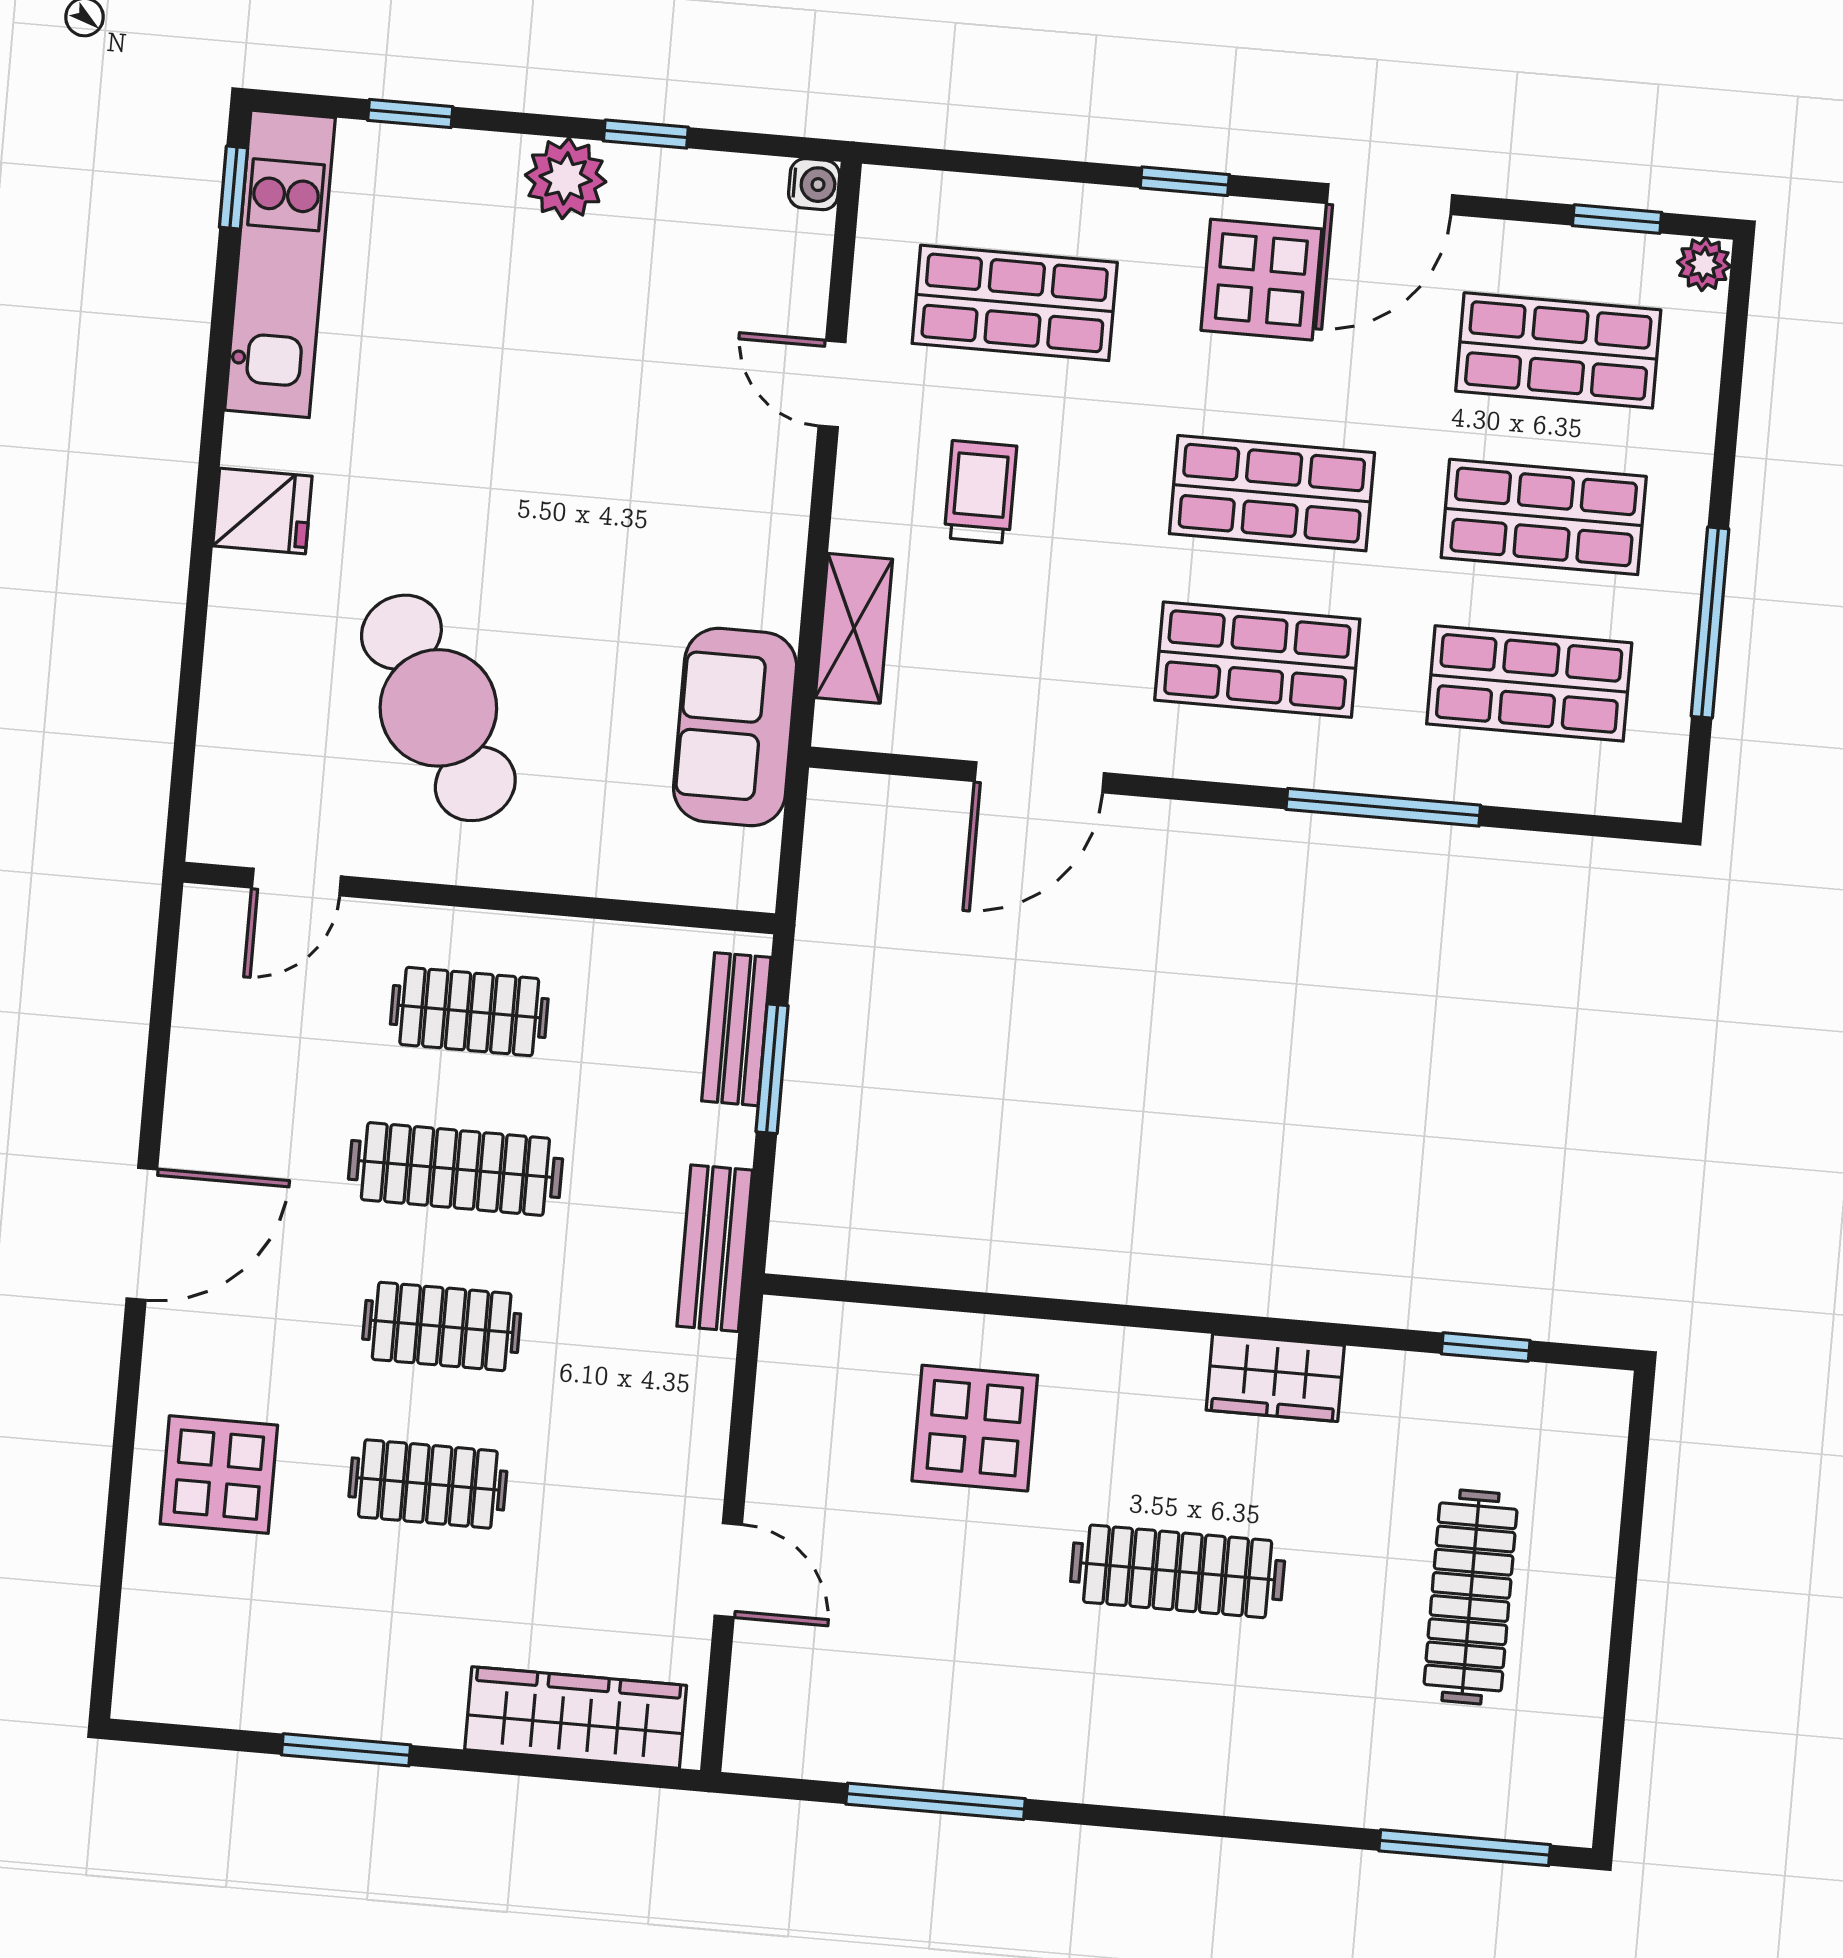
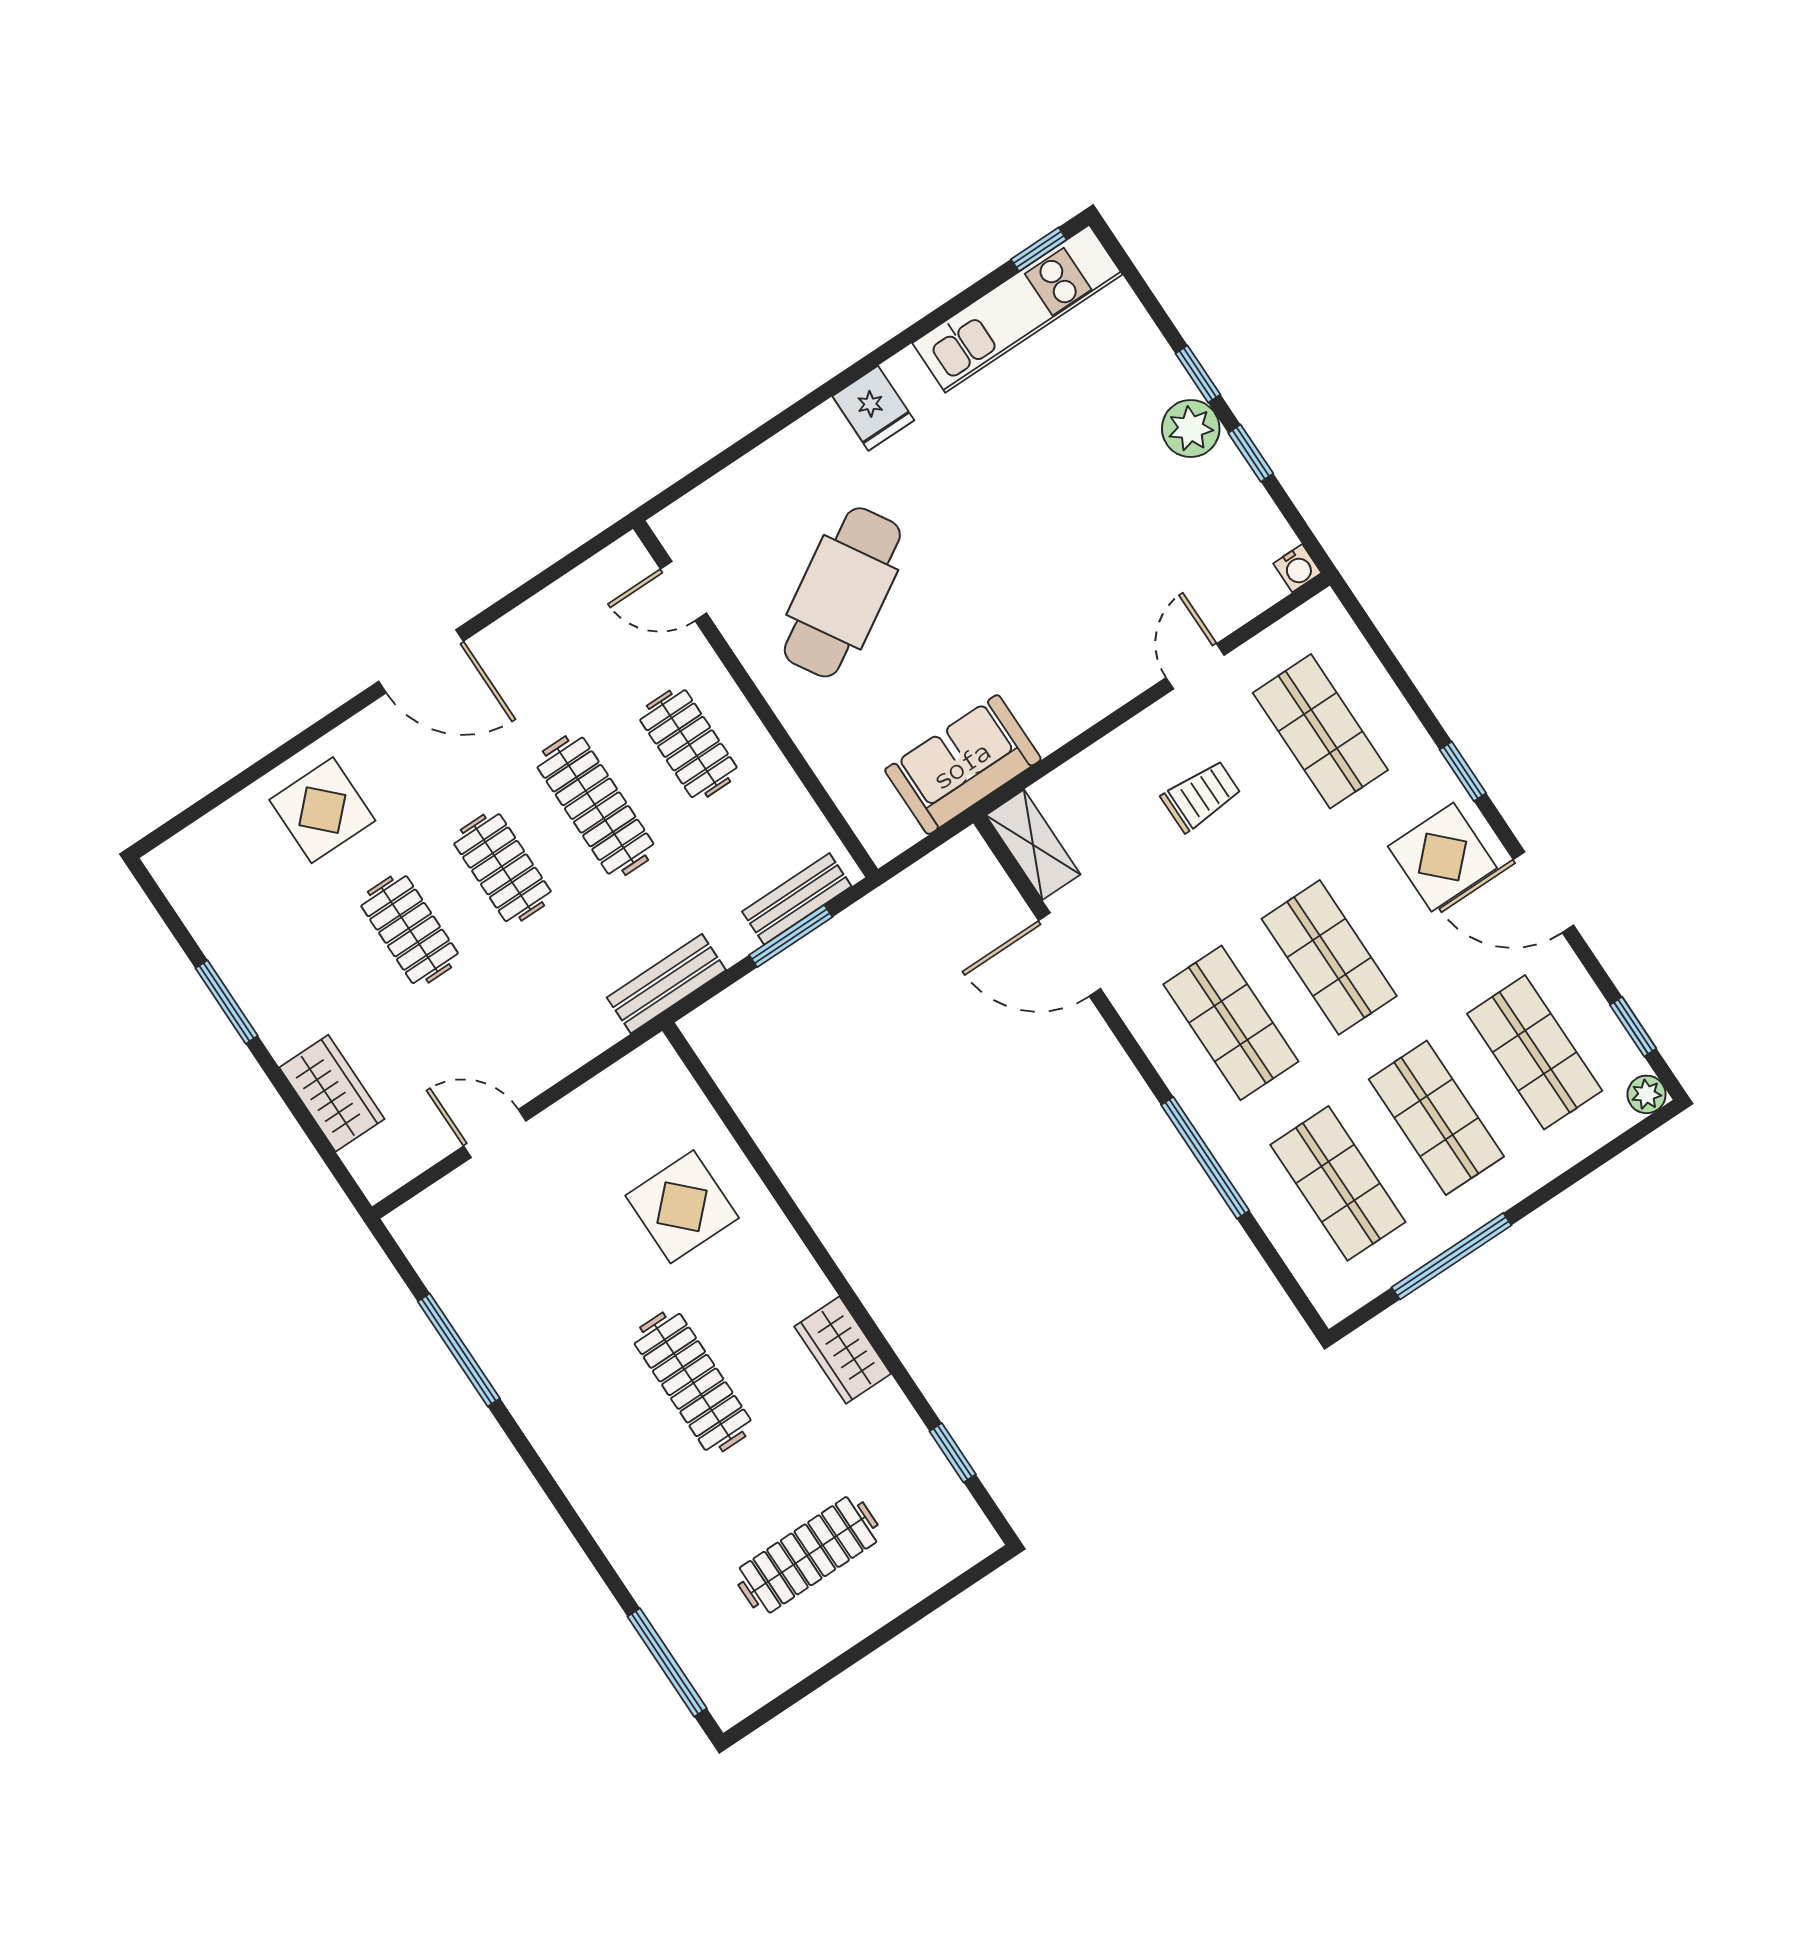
window: (410, 113) -> (1198, 374), moved
shelving: (854, 628) -> (1033, 845), moved, turned 90
door: (728, 1570) -> (495, 1133), swing flipped
wardrobe: (576, 1718) -> (332, 1093), width x0.67

